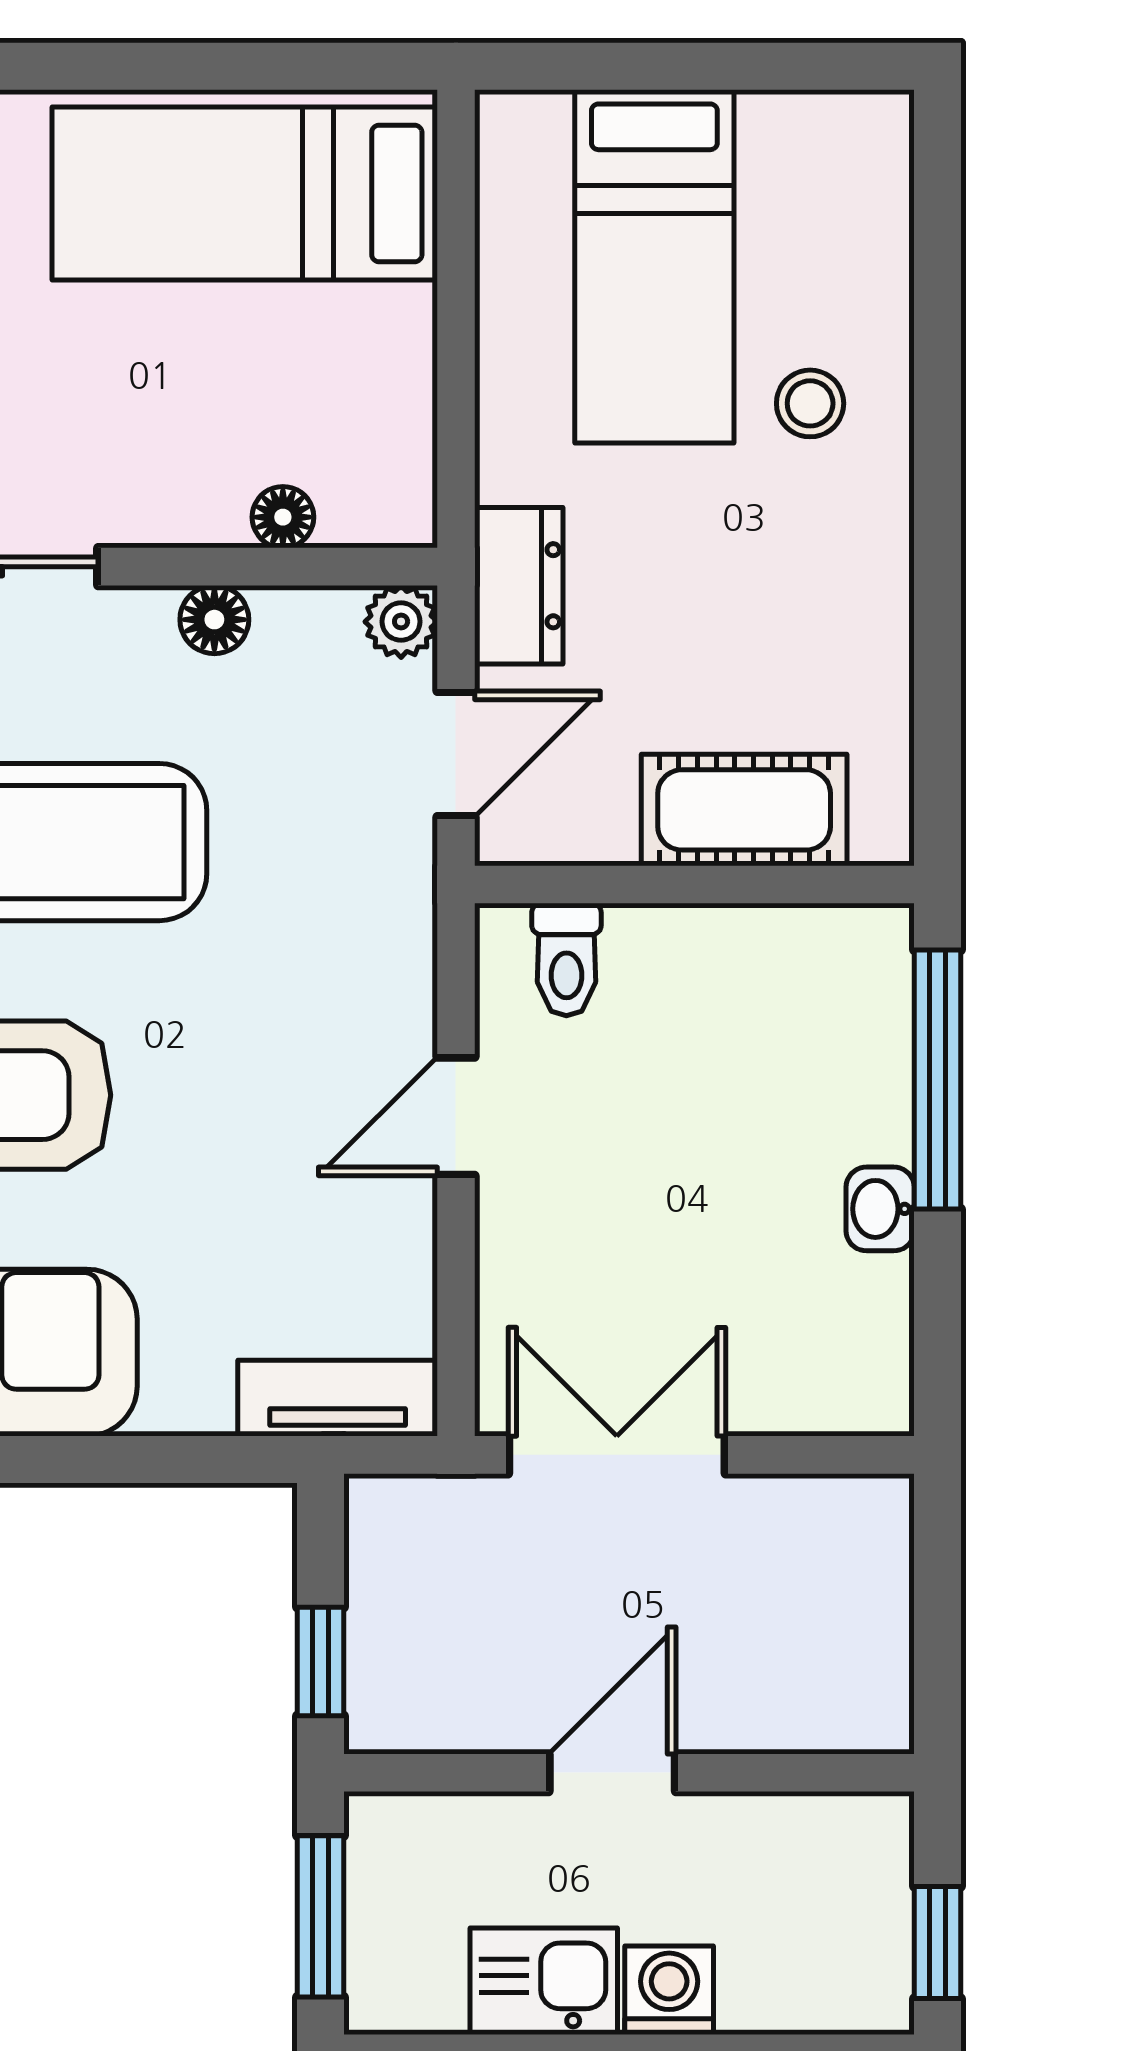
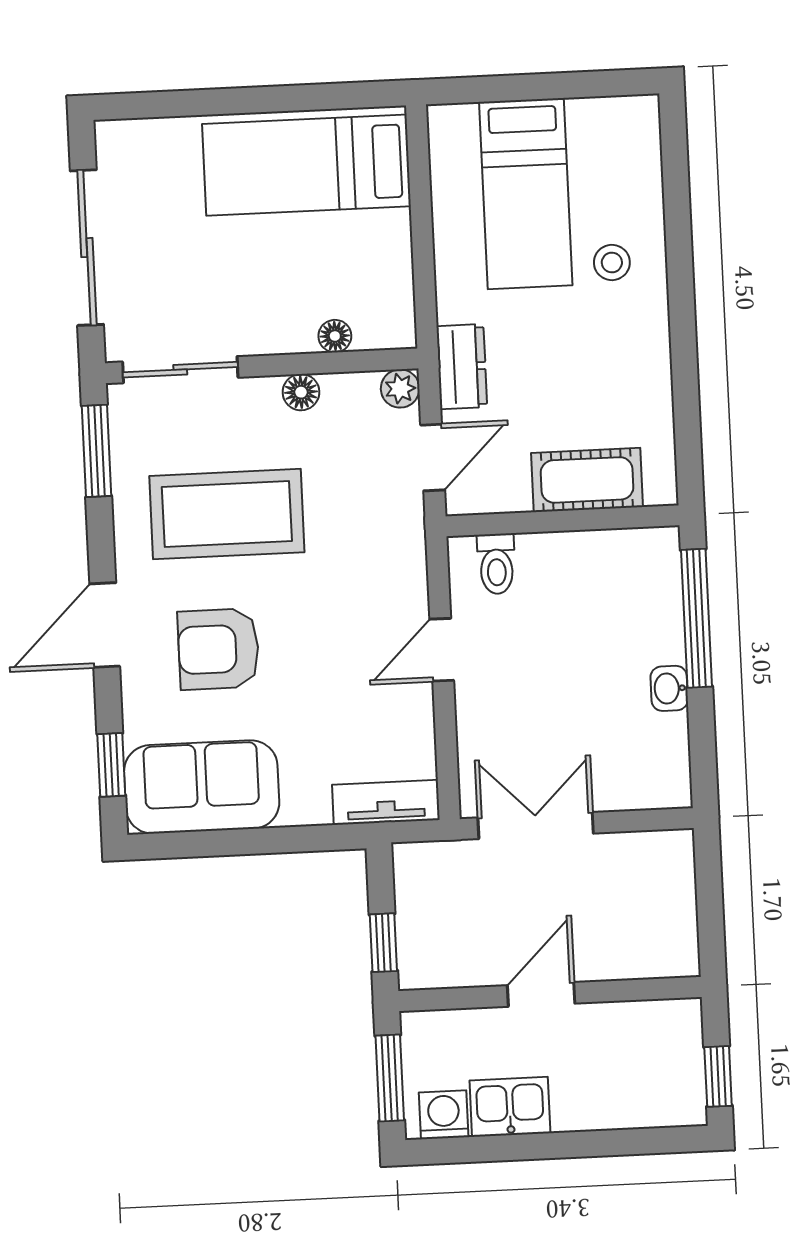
washing machine: (669, 1990) -> (444, 1115), moved

